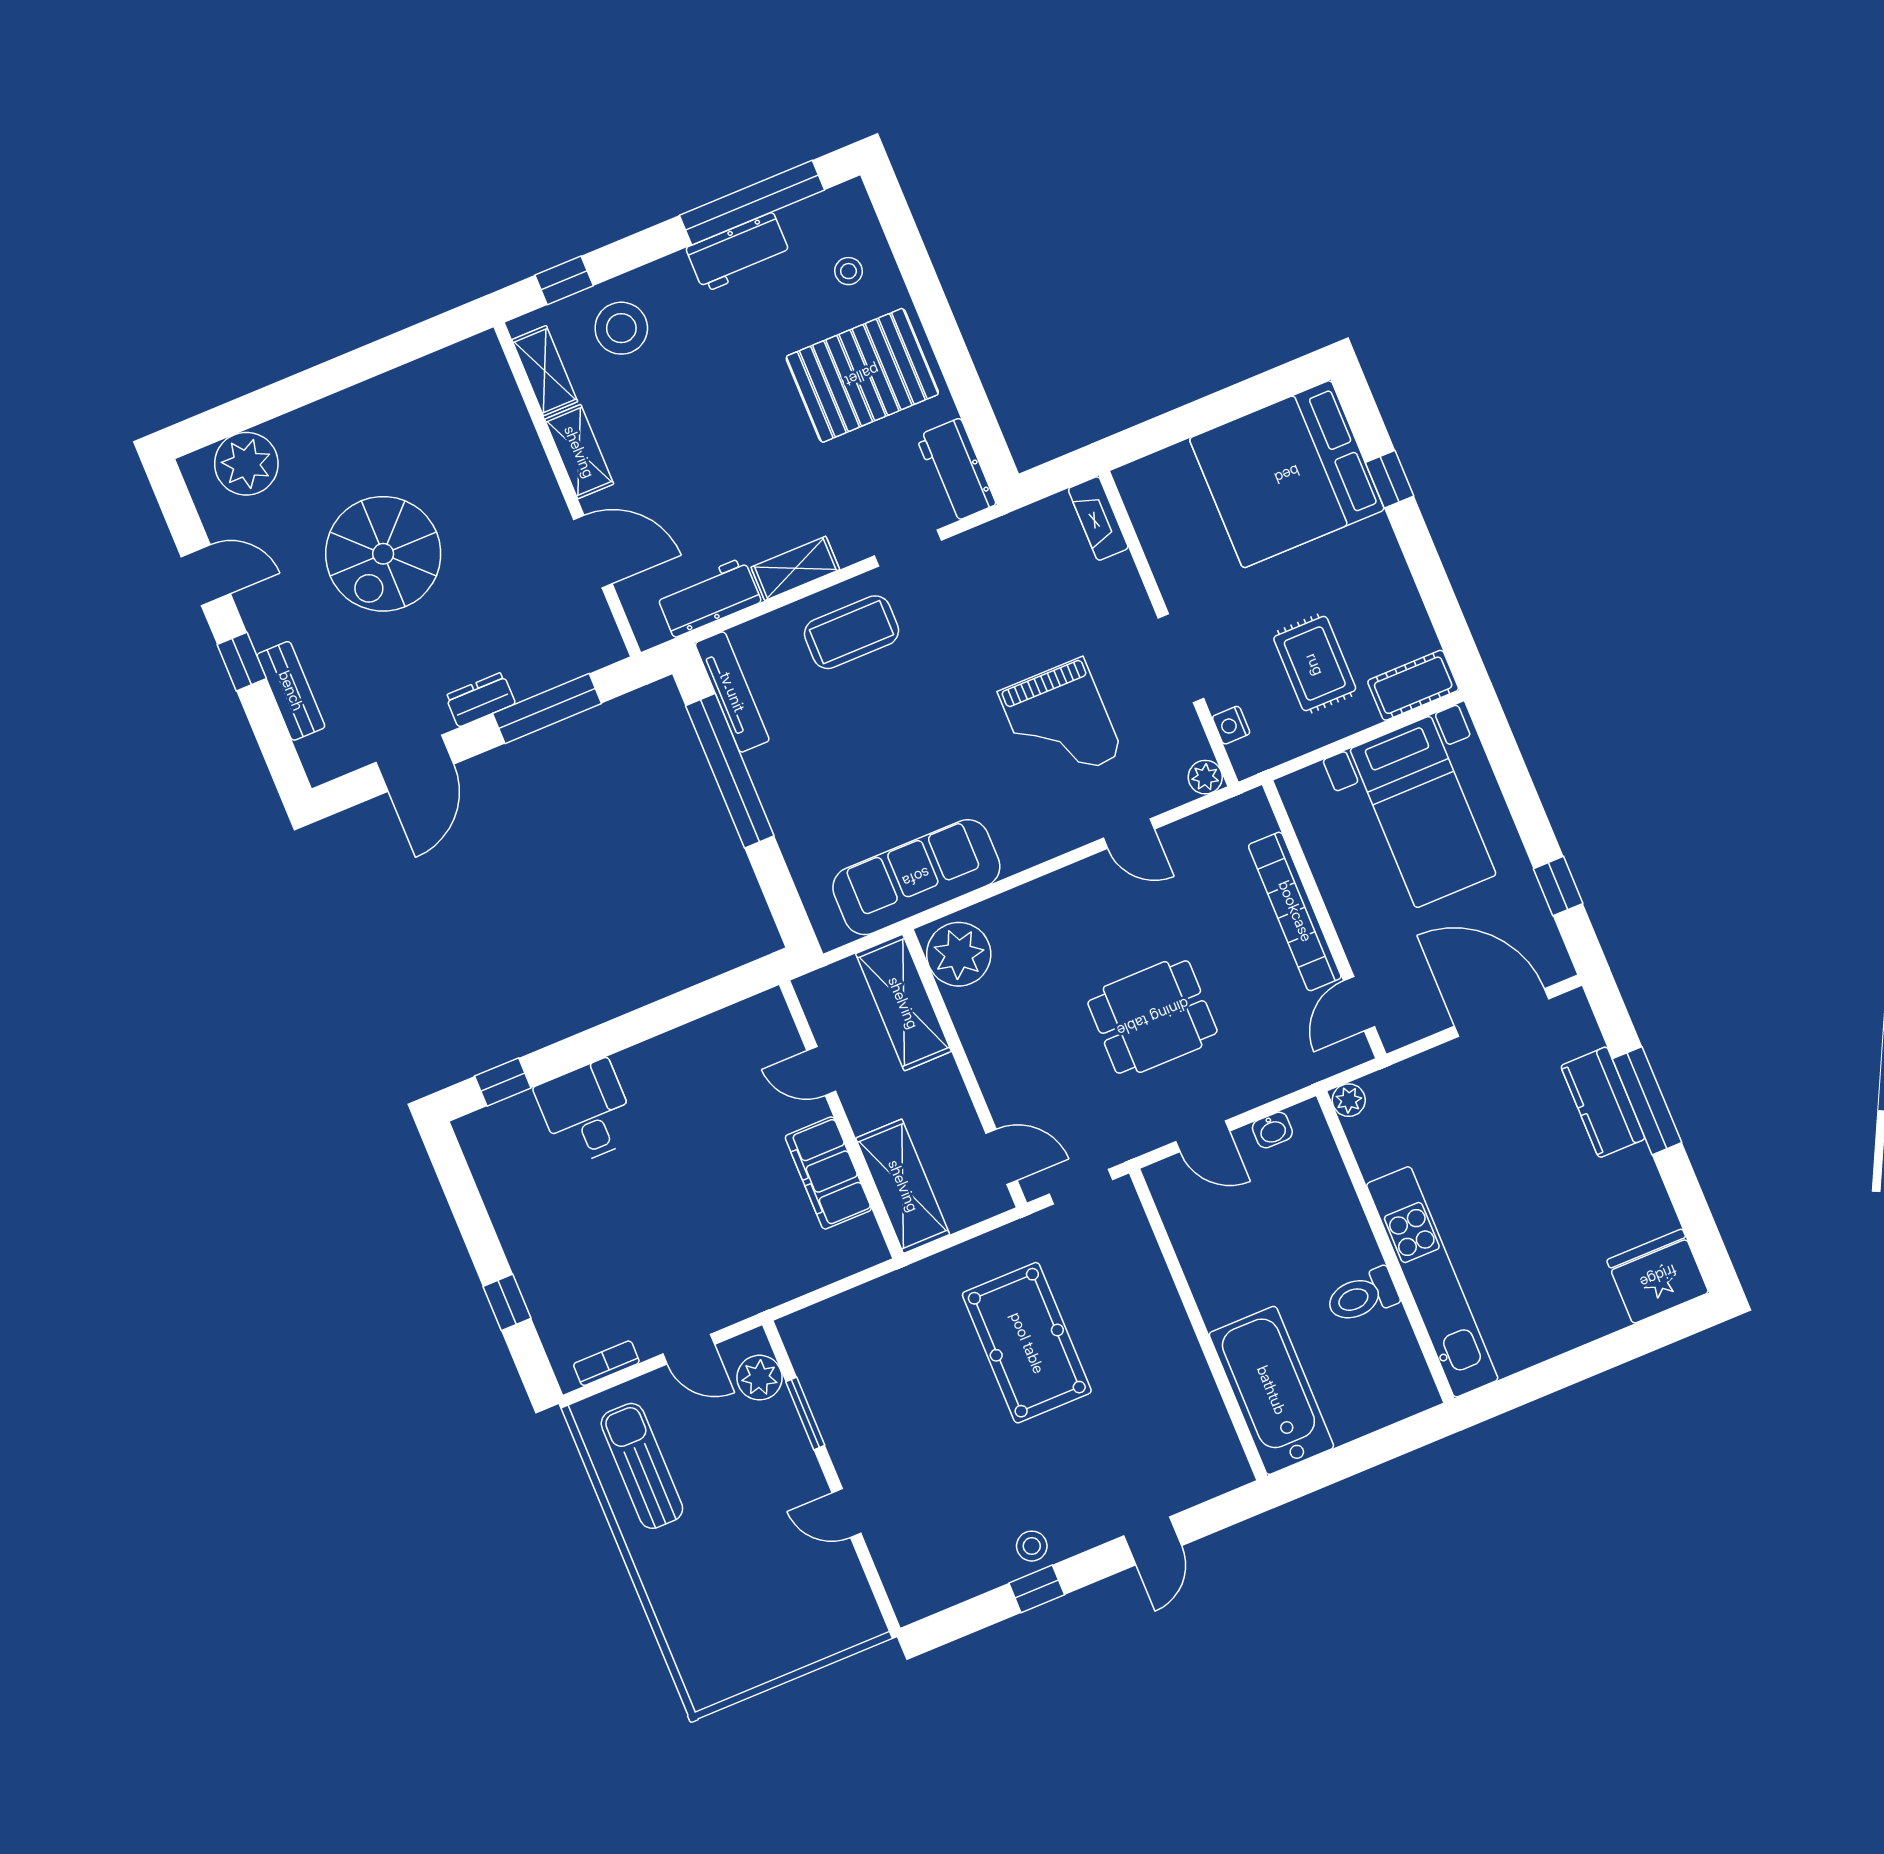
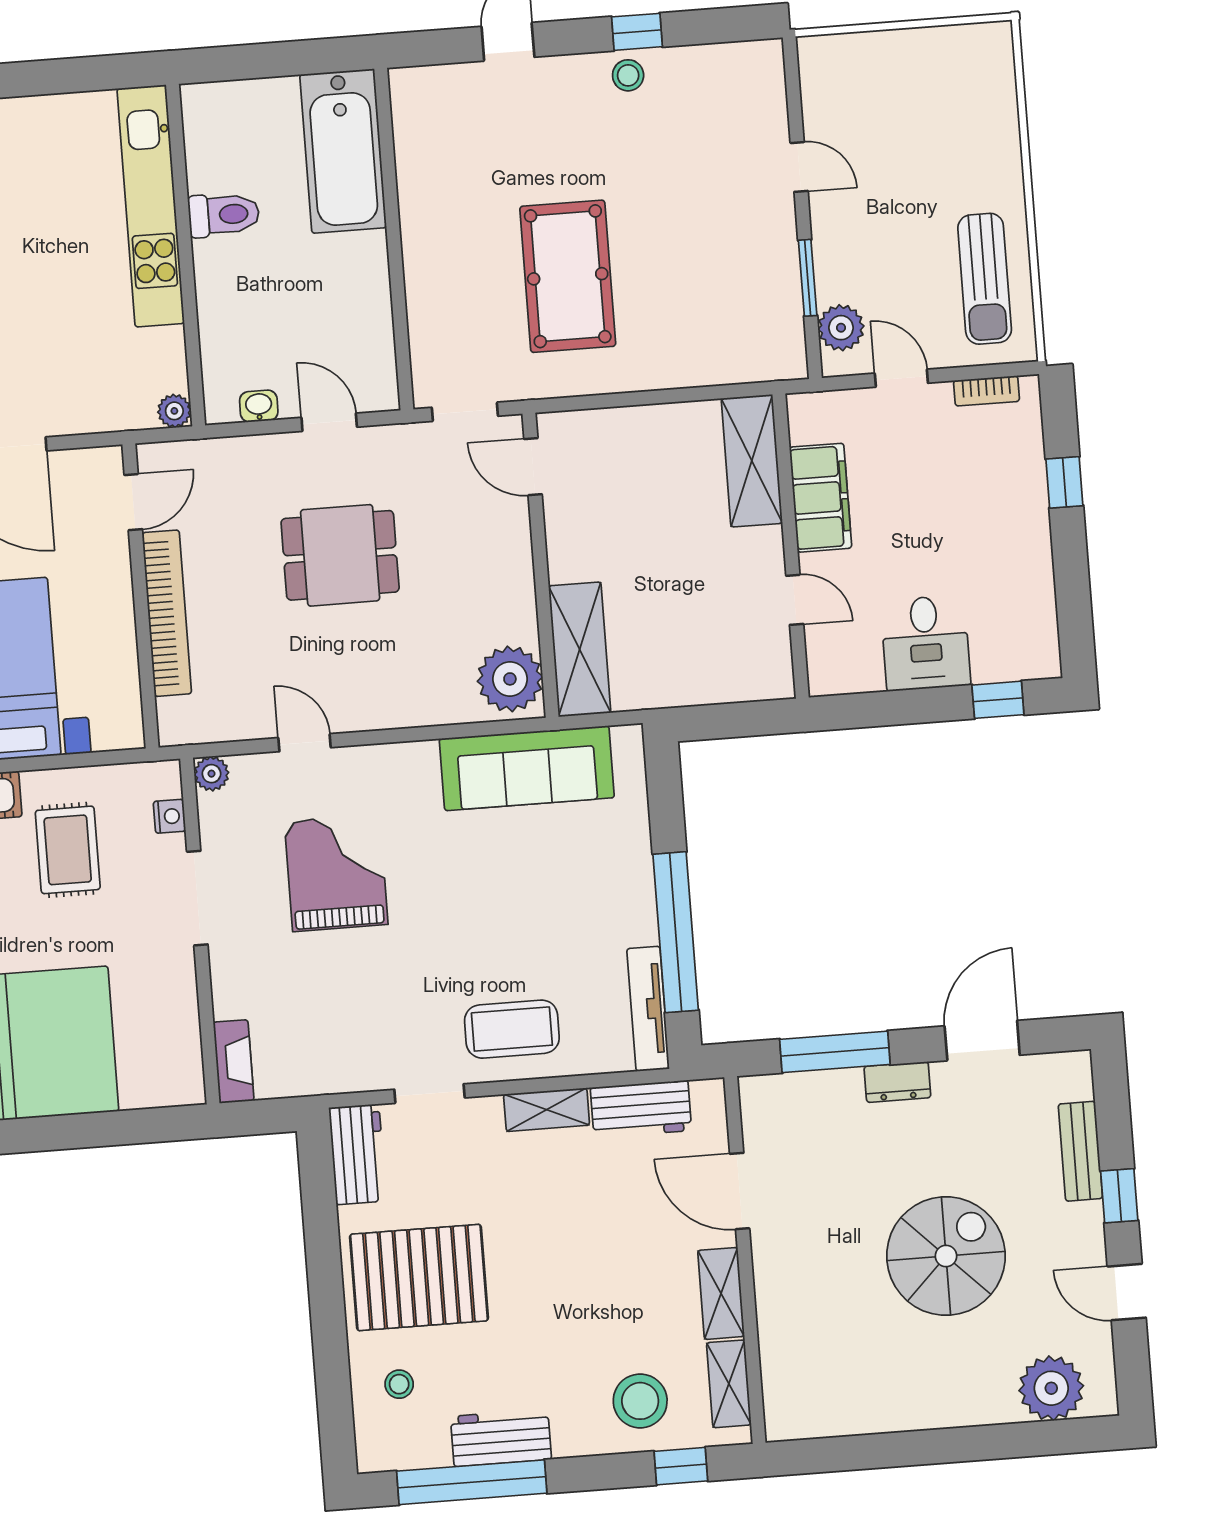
door: (821, 1071) -> (795, 600), moved
wall: (841, 1119) -> (791, 546), moved
filing cabinet: (828, 1173) -> (821, 498), moved
shelving: (903, 1186) -> (752, 461), moved

